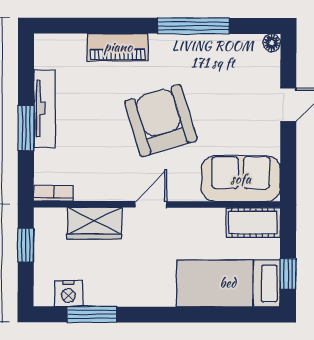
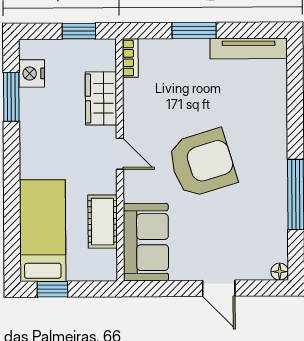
piano: (118, 47) -> (274, 120), removed
tv unit: (44, 109) -> (249, 48), moved
cot: (253, 222) -> (103, 222), moved

